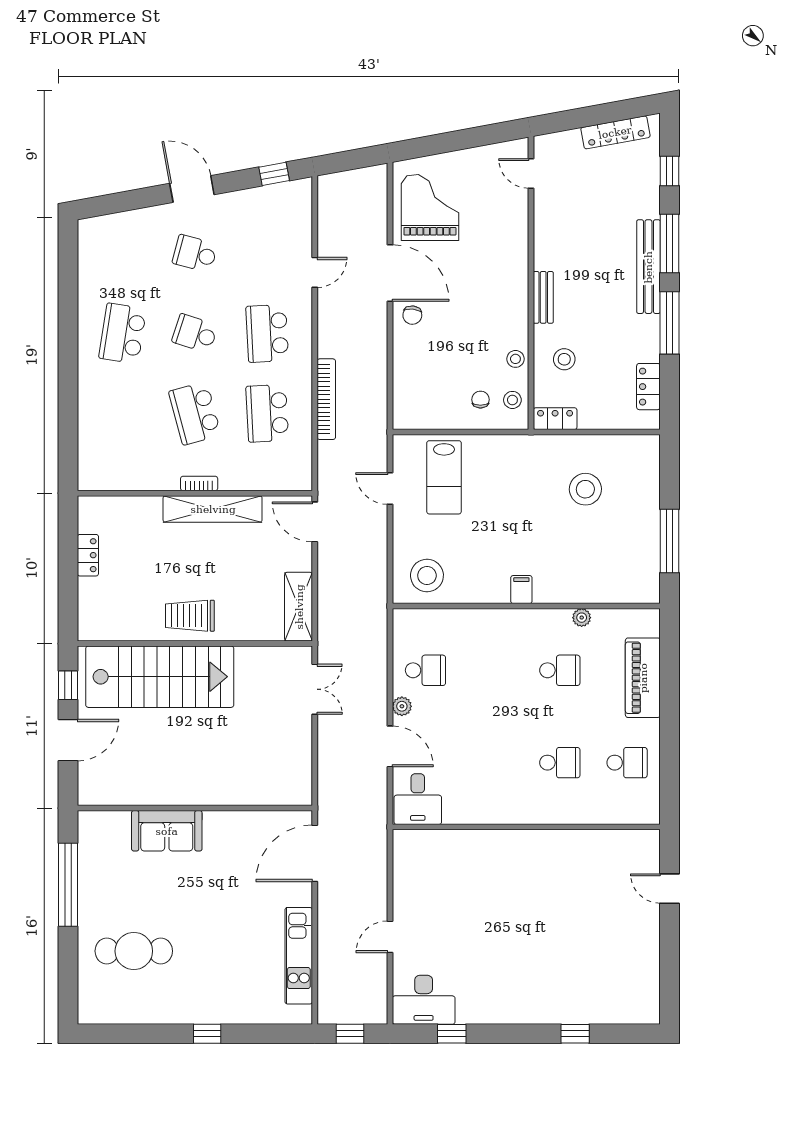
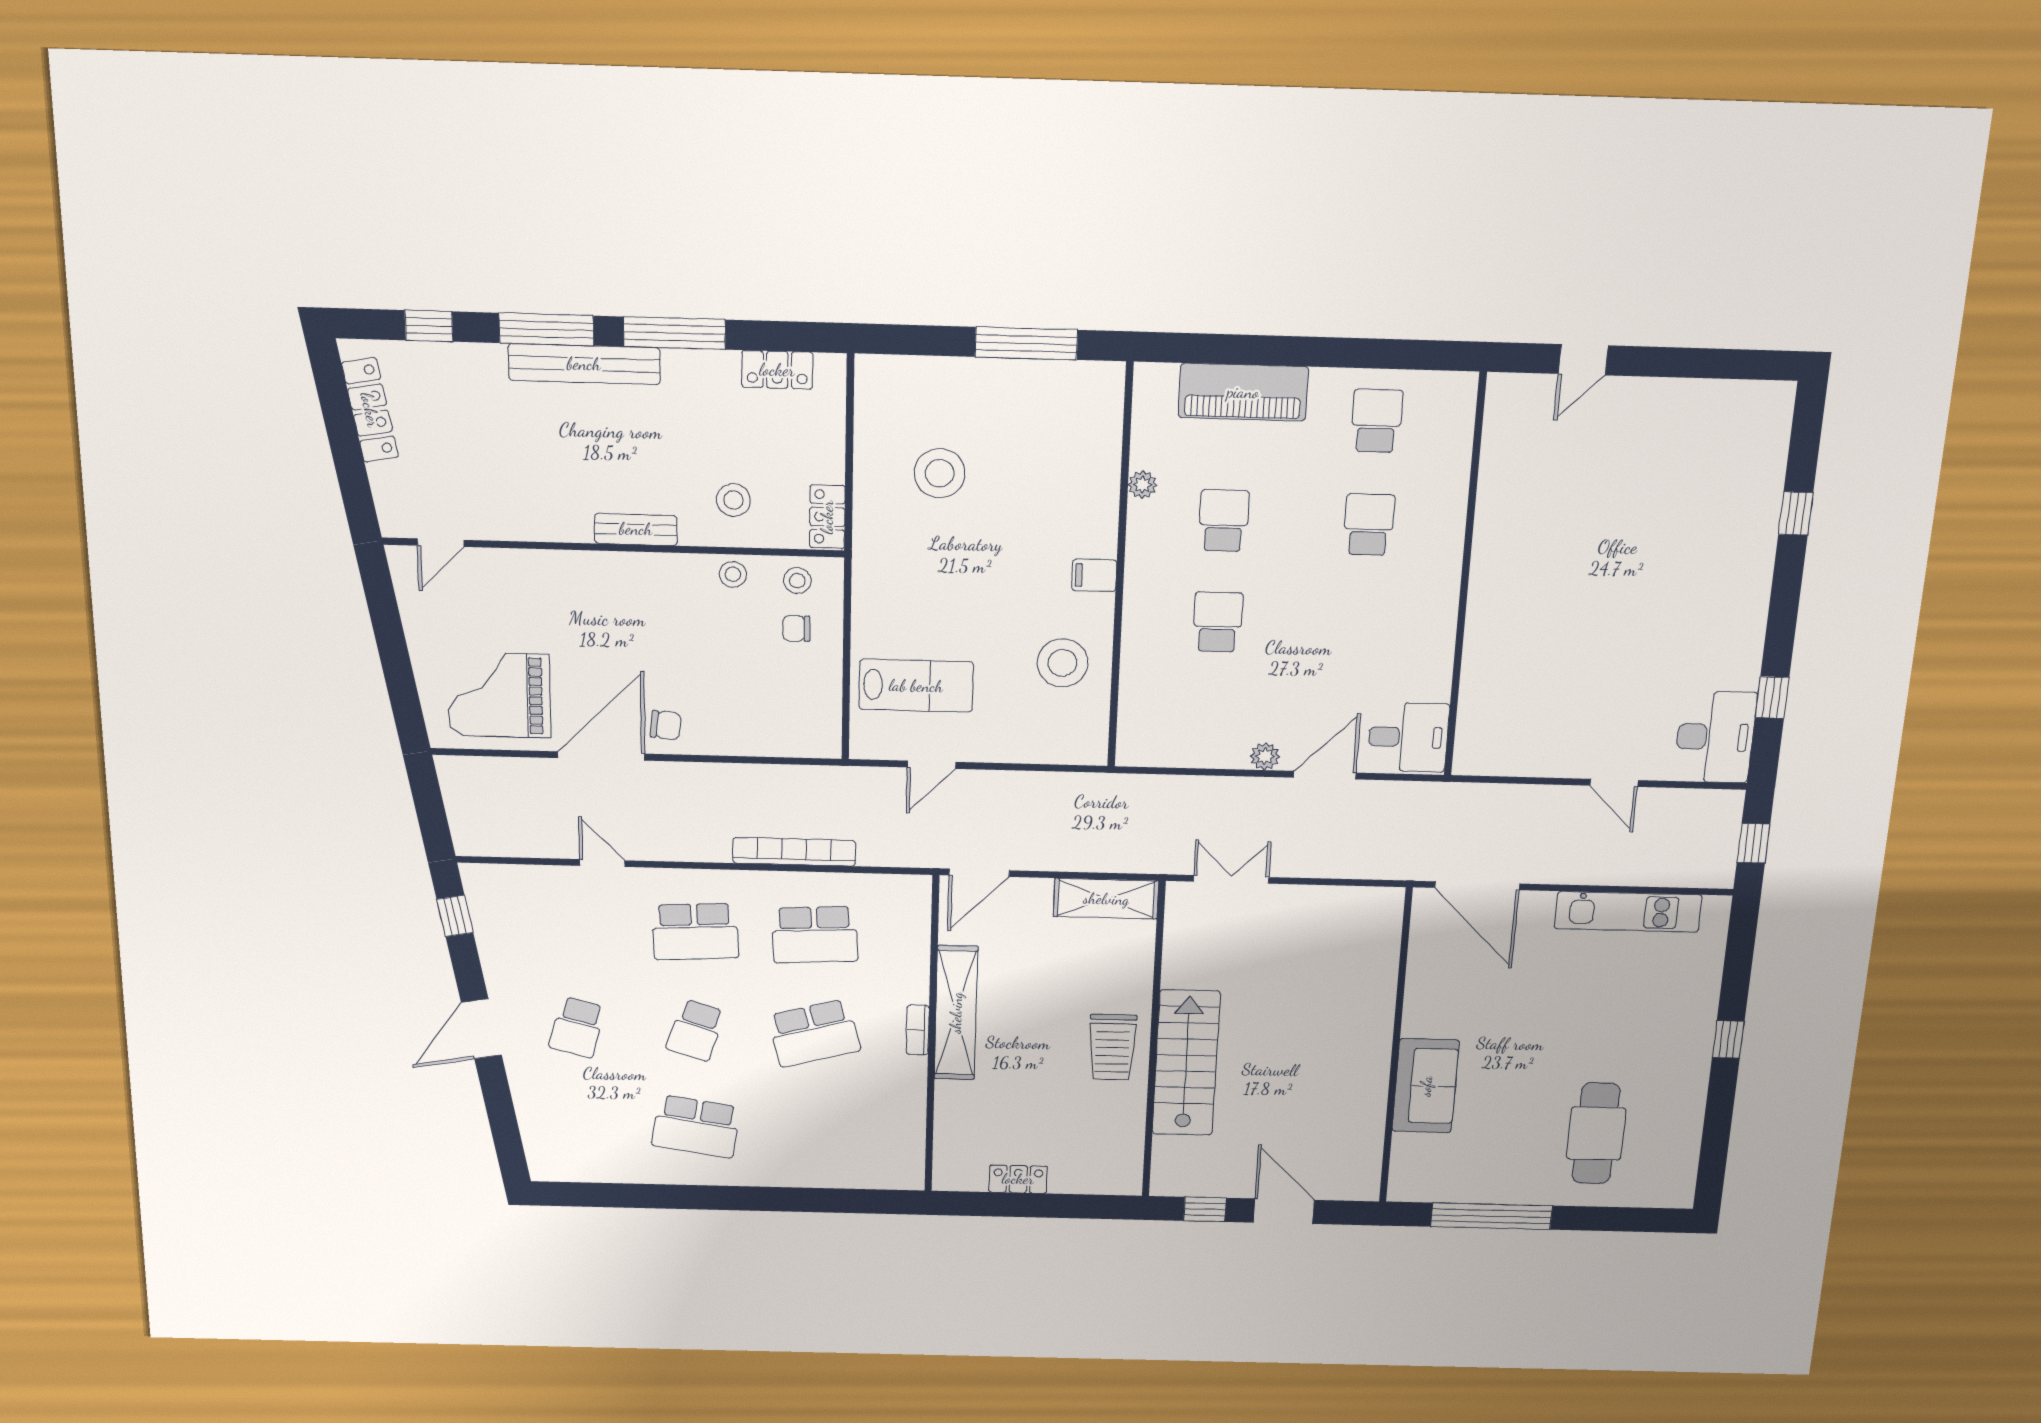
stool: (427, 576) -> (1062, 663), moved
school desk: (425, 670) -> (1218, 622), moved
stairs: (160, 677) -> (1186, 1063), width x0.73, depth x0.66

